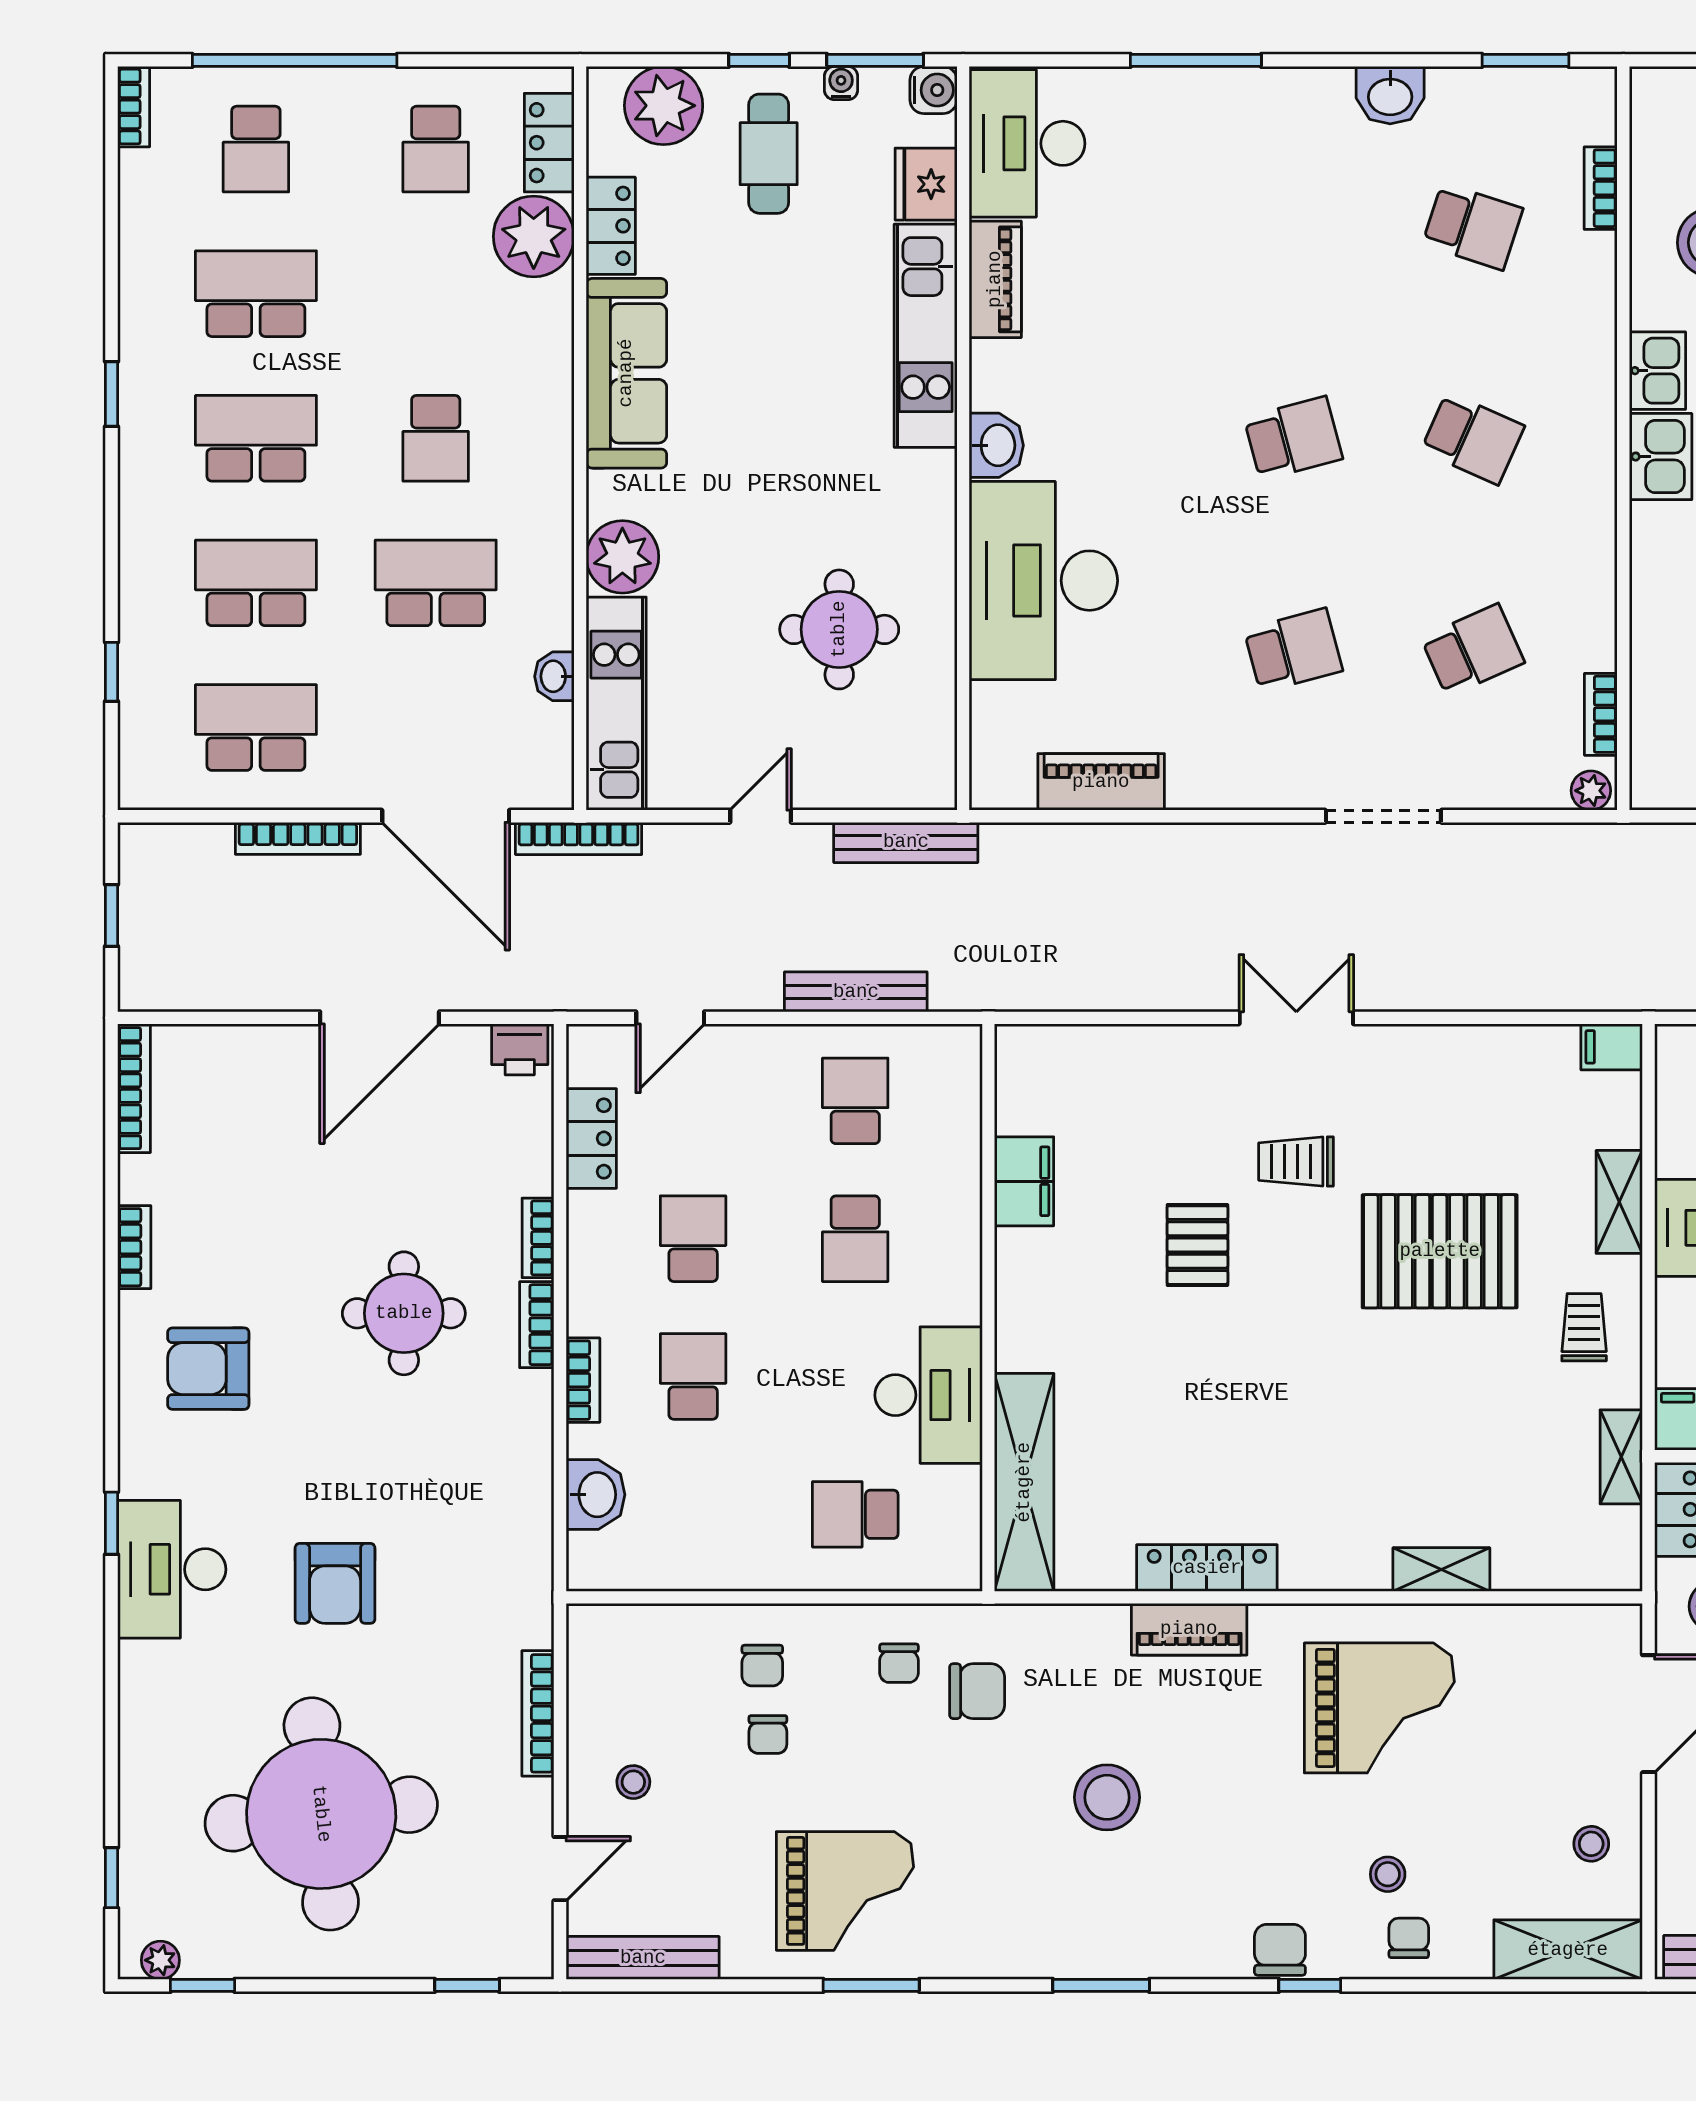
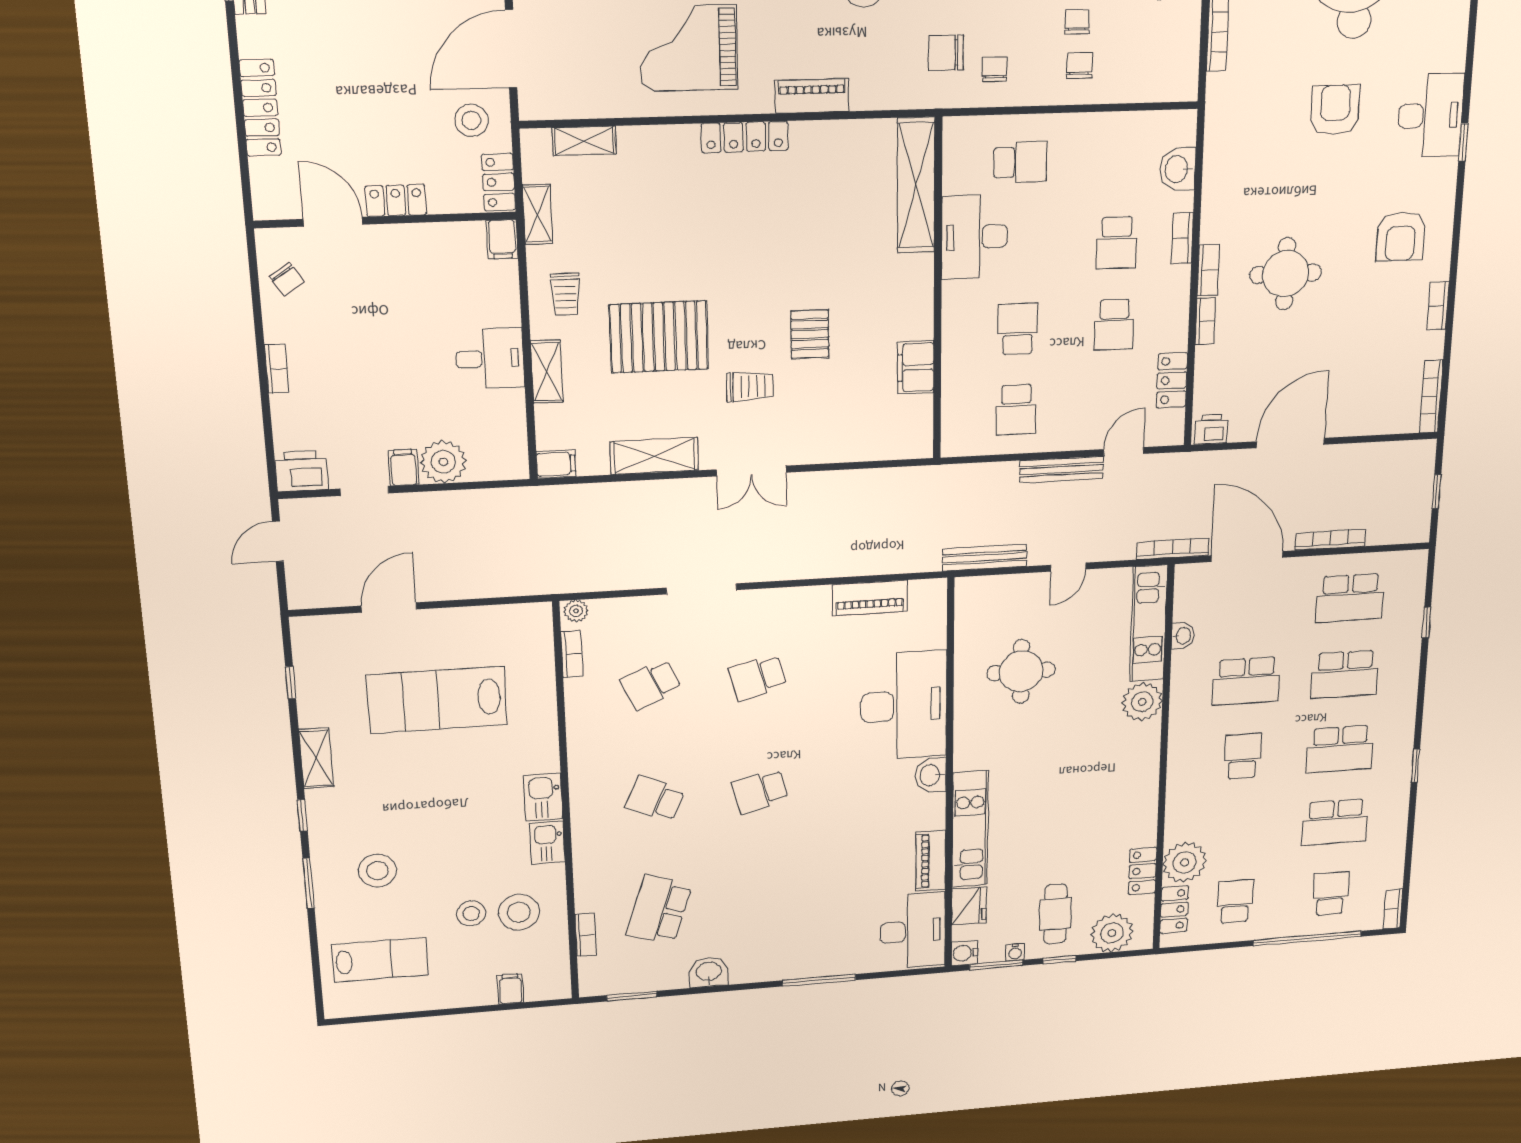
school desk: (1473, 226) -> (659, 909), width x1.85
sofa: (626, 373) -> (1137, 797), removed
bench: (856, 992) -> (1061, 470), moved
shelving: (1454, 1052) -> (654, 456), added
armchair: (208, 1369) -> (1401, 237), turned 90
locker: (1207, 1568) -> (745, 137), moved
shelving: (1441, 1570) -> (584, 141), moved

